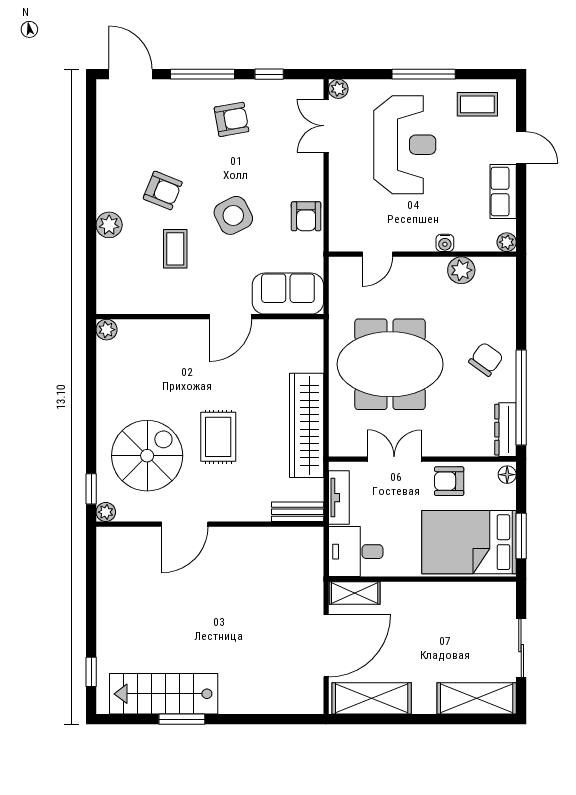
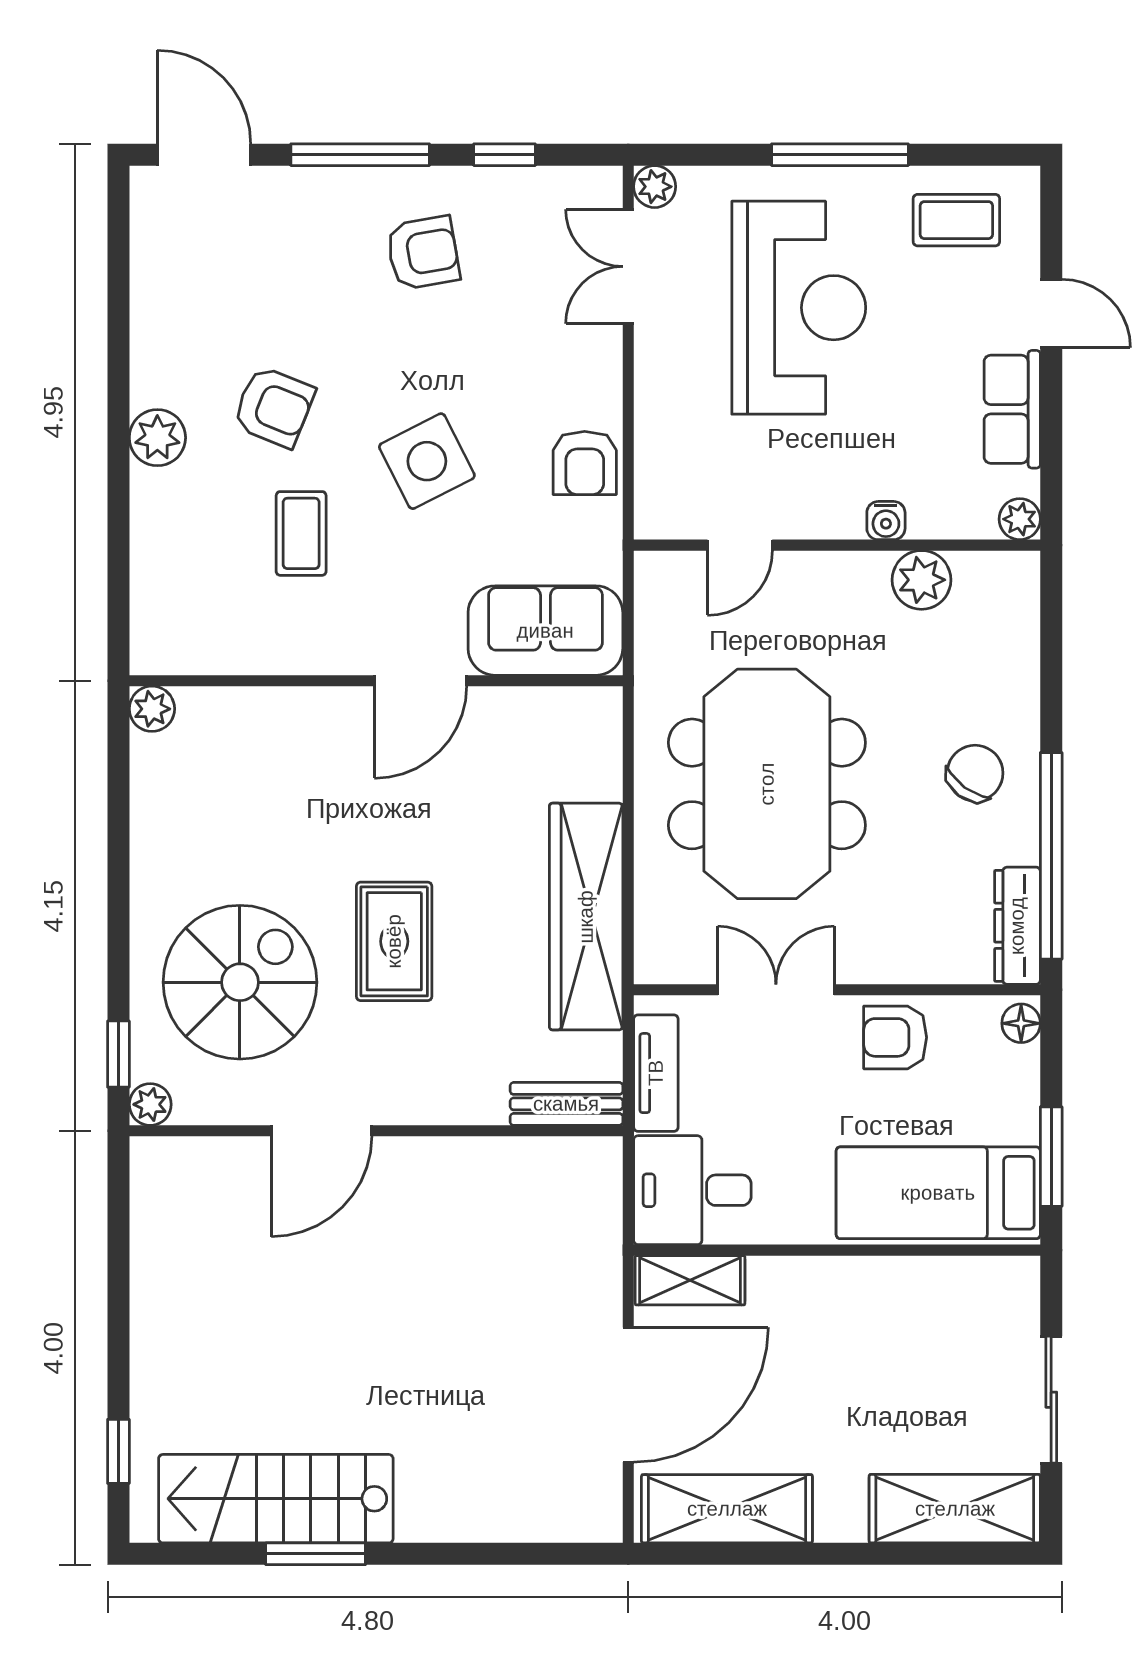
plant: (109, 225) -> (157, 438), moved
meeting table: (390, 364) -> (767, 784), turned 90
bed: (469, 542) -> (938, 1193), width x0.67

